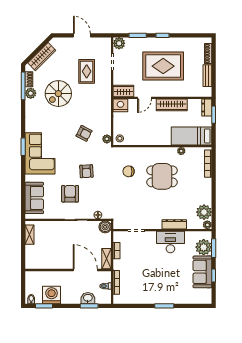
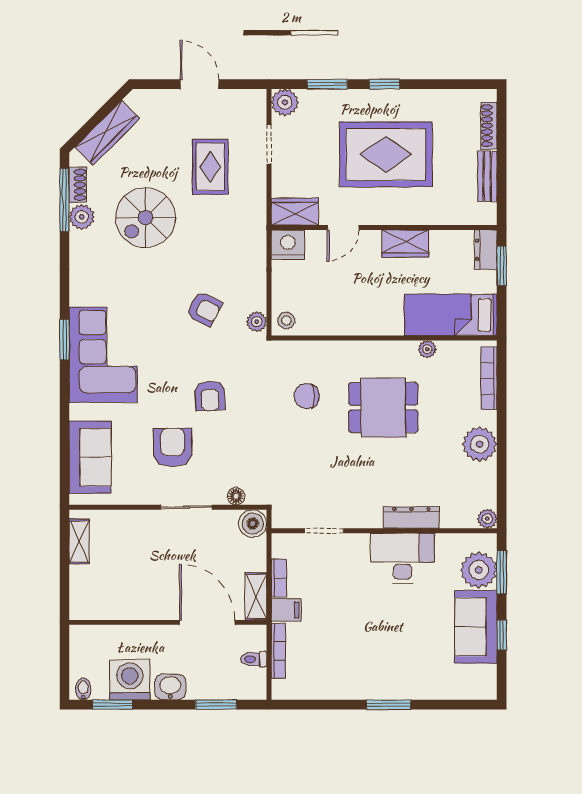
wardrobe: (172, 105) -> (405, 244), width x0.67
plant: (204, 212) -> (480, 444), moved
filing cabinet: (120, 265) -> (286, 610), added
washbasin: (88, 298) -> (170, 687), moved

